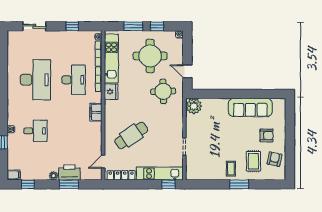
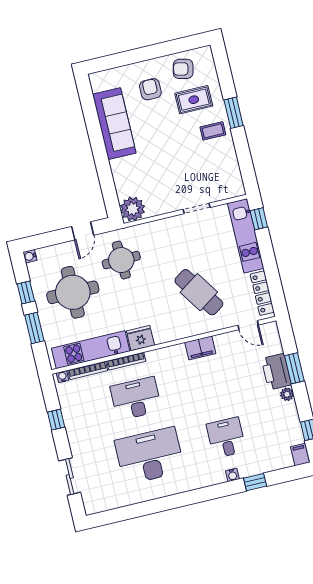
filing cabinet: (96, 112) -> (200, 348), moved

